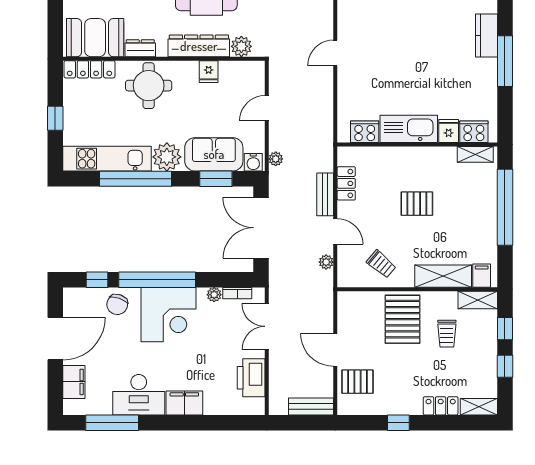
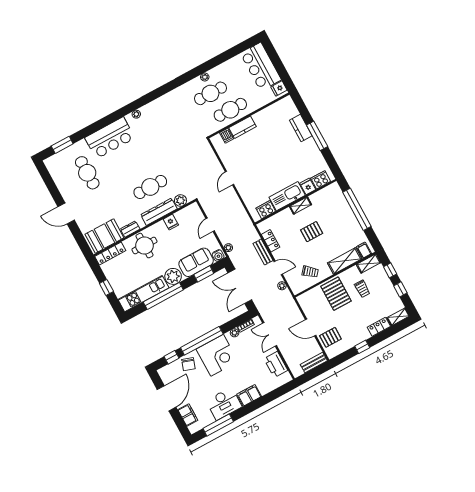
shelving: (475, 154) -> (301, 206), moved

